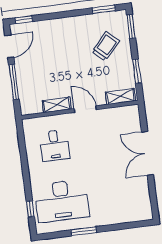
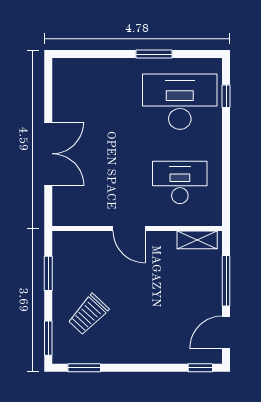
shelving: (120, 96) -> (76, 240), removed
shelving: (57, 105) -> (197, 240), moved
desk: (54, 145) -> (180, 182), width x1.37

